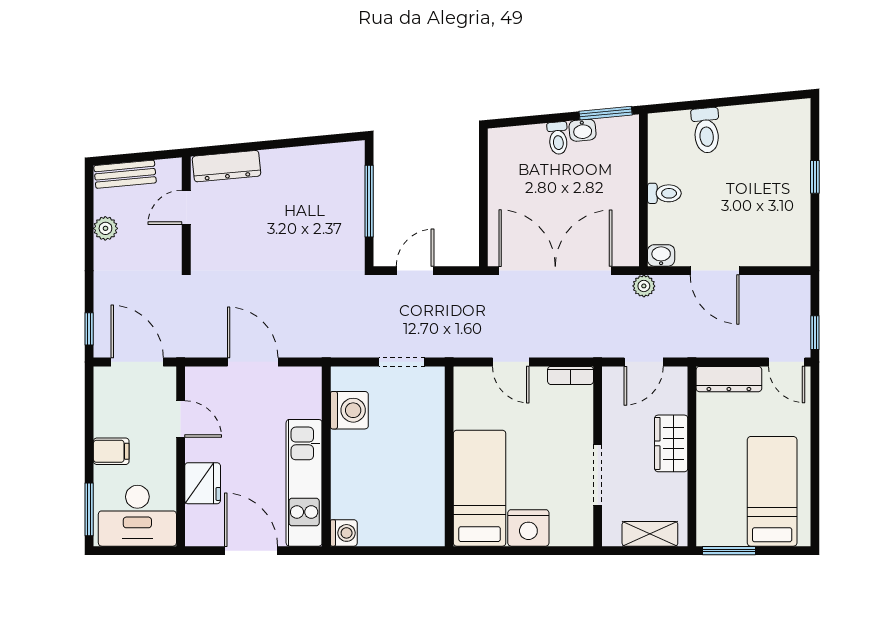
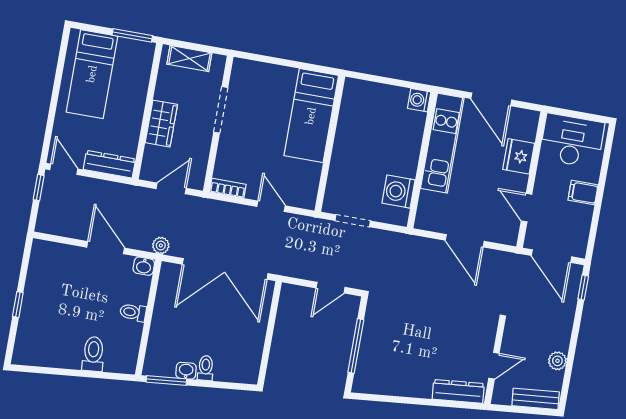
window: (89, 509) -> (607, 152), removed
nightstand: (528, 528) -> (280, 79), removed

